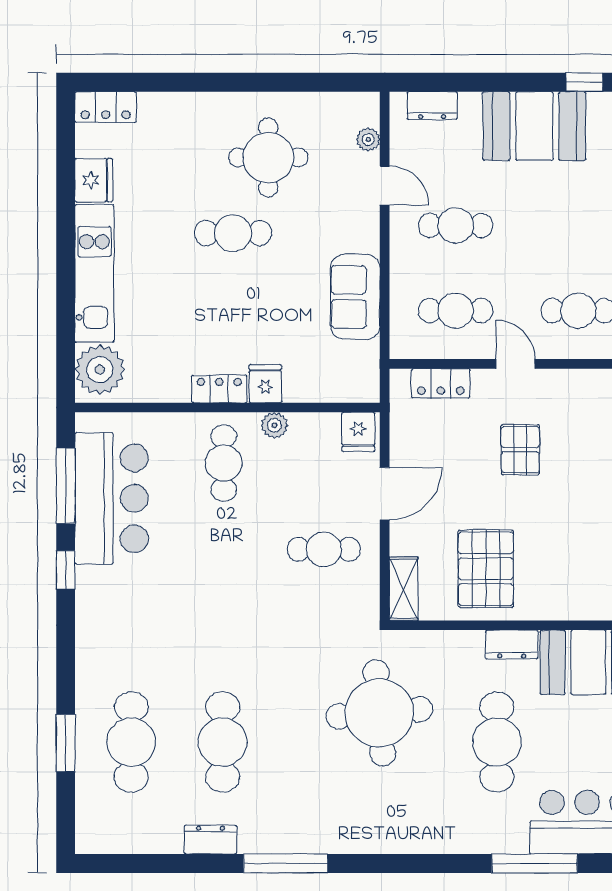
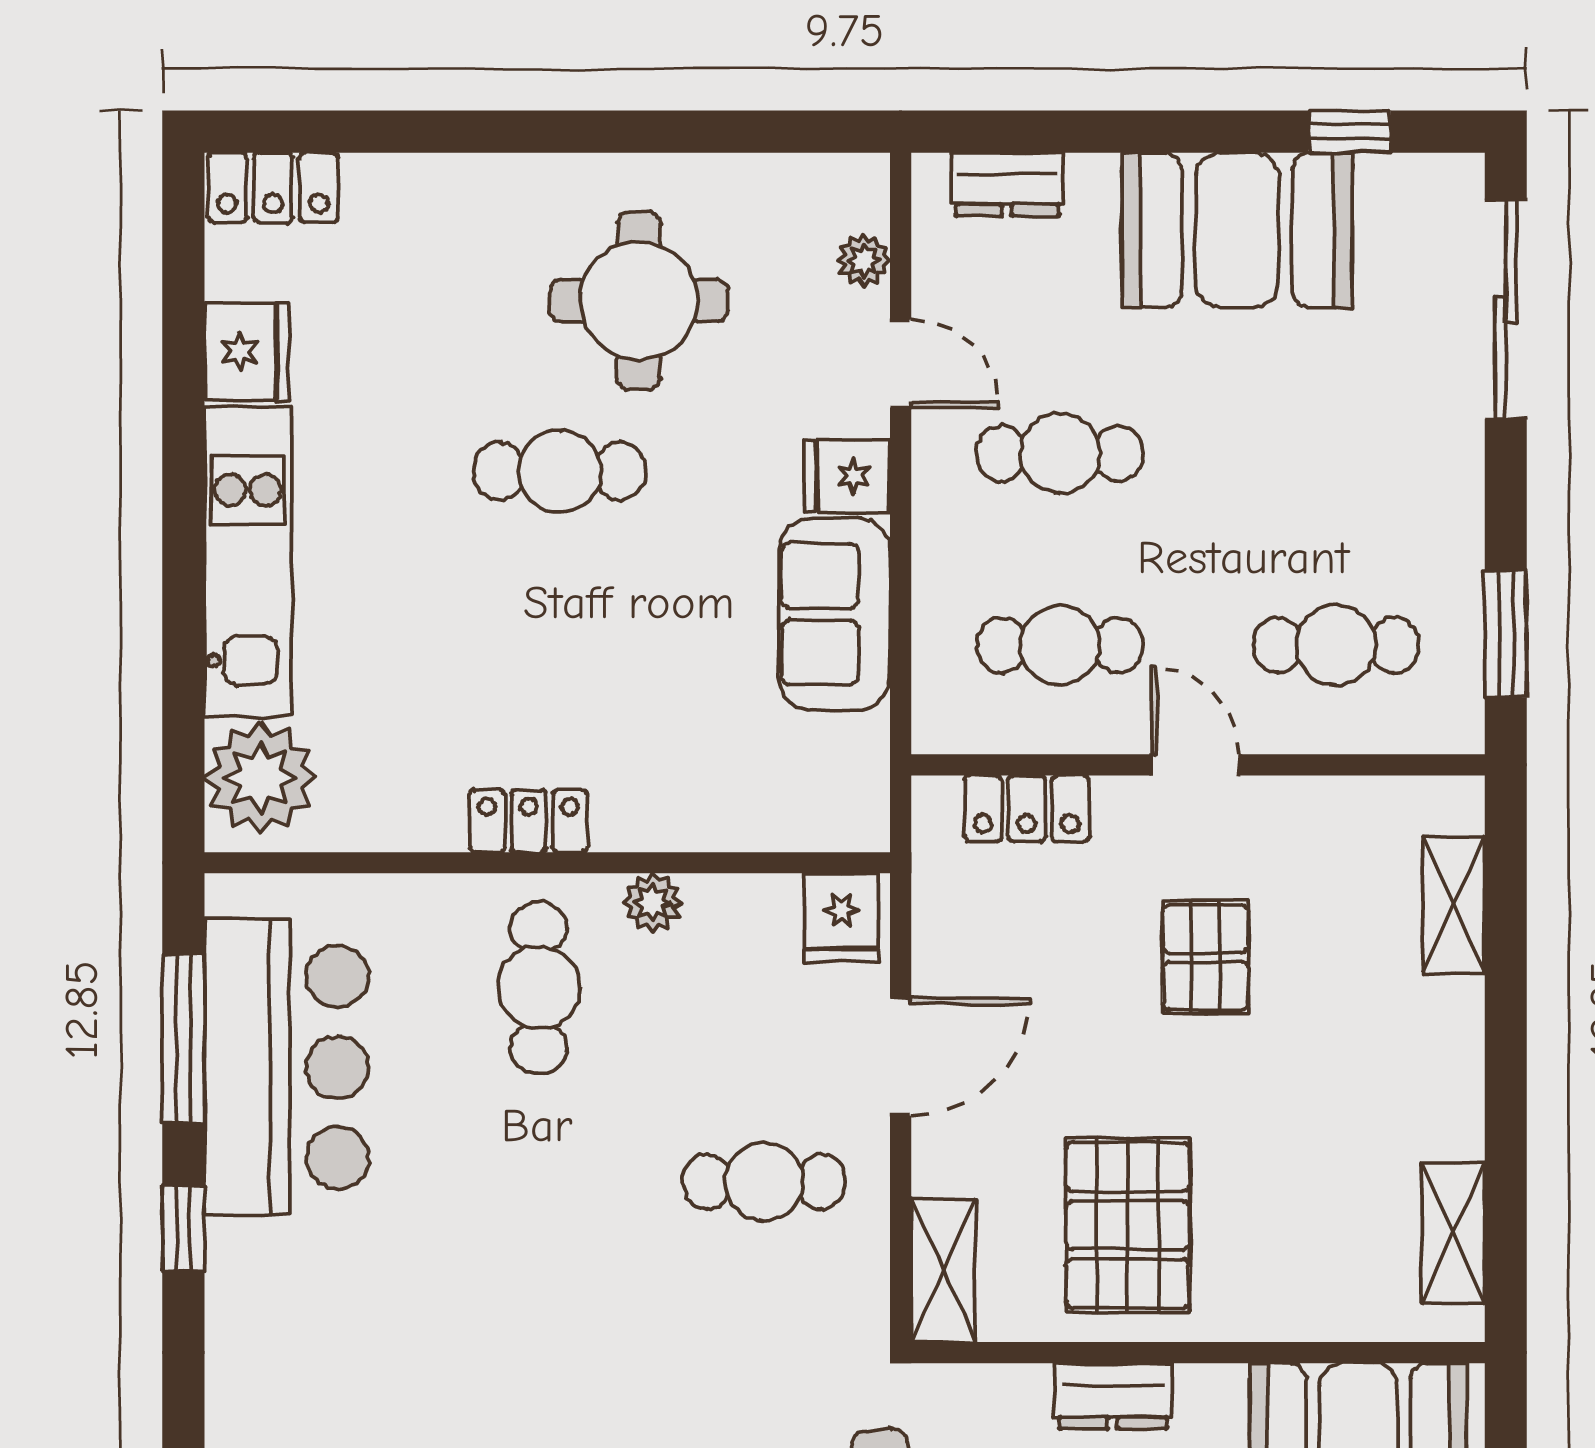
fridge: (265, 384) -> (847, 476), moved, turned -90
dresser: (512, 645) -> (1113, 1396), moved

